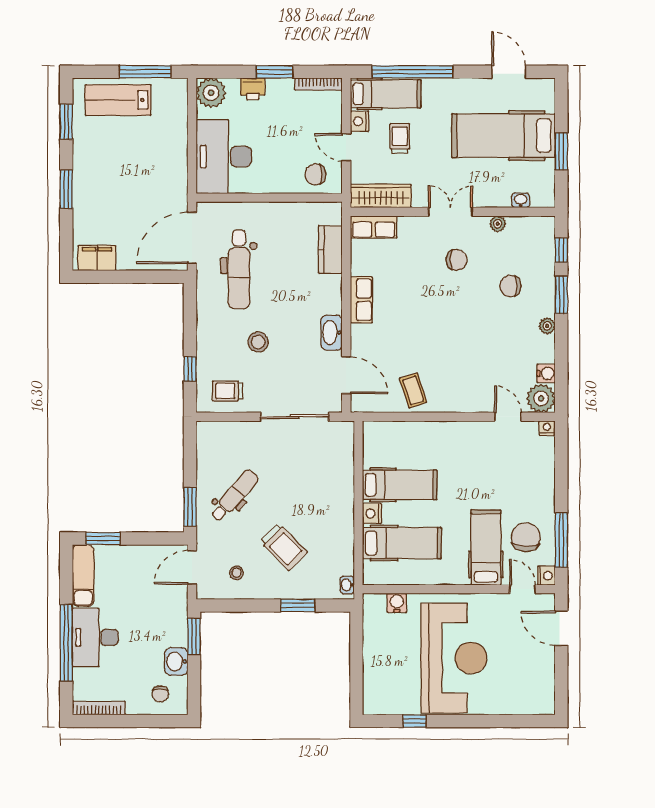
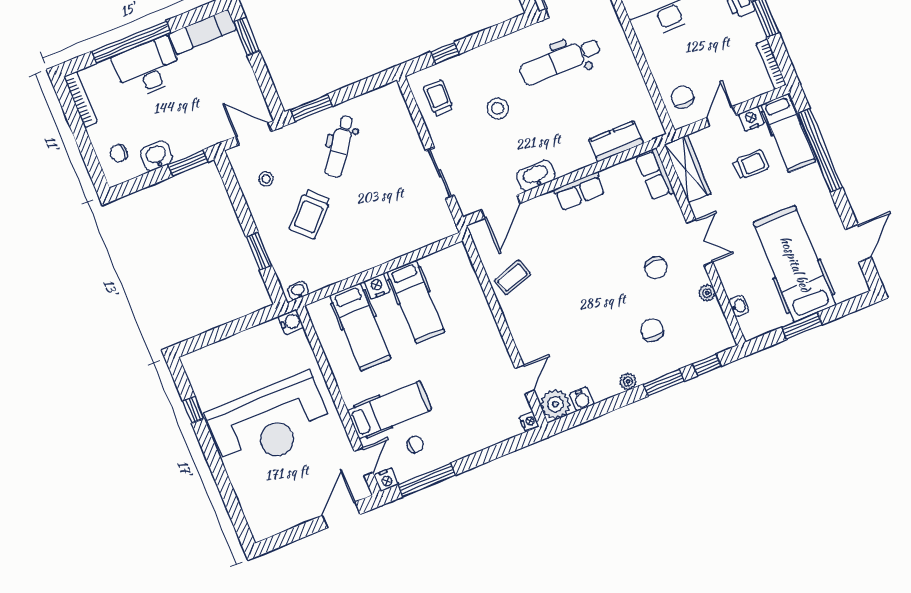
sliding door: (295, 417) -> (440, 173), width x0.73
dental chair: (235, 496) -> (340, 146), turned 86
chair: (526, 537) -> (415, 444), width x0.54, depth x0.54
water cooler: (397, 603) -> (291, 322), moved

